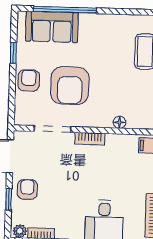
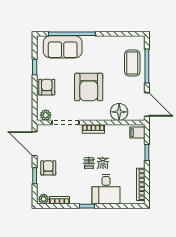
armchair: (70, 86) -> (89, 87), moved
plant: (26, 118) -> (46, 115), added
floor lamp: (119, 122) -> (119, 112), width x1.89, depth x1.89

